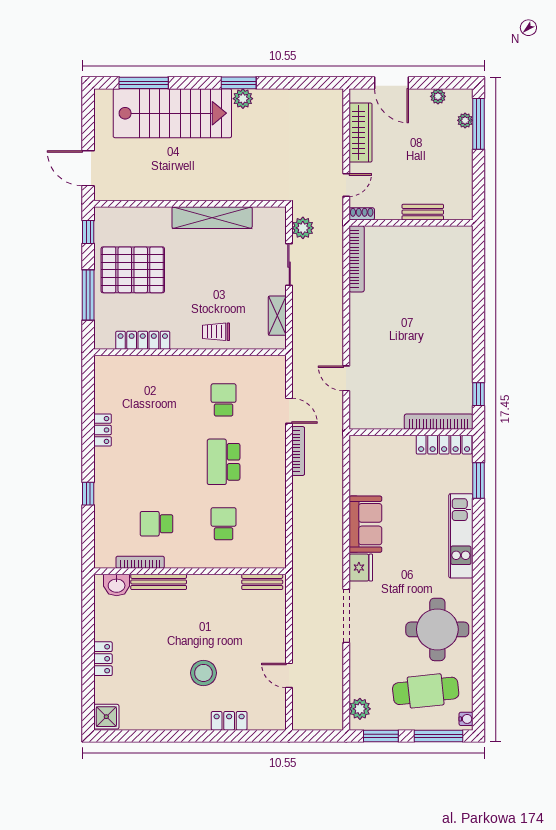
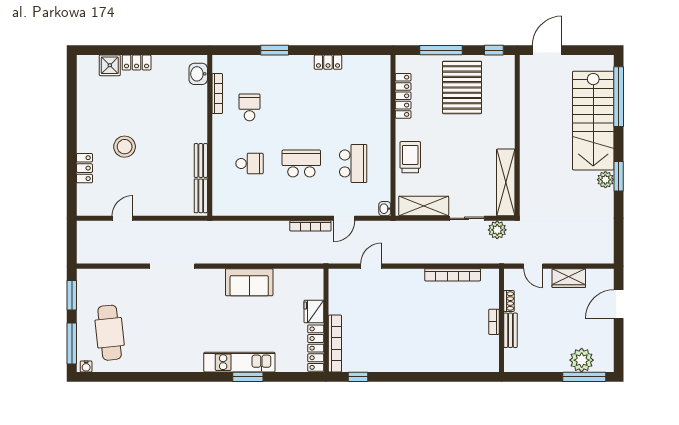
window: (144, 83) -> (619, 97), width x1.46
plant: (438, 96) -> (607, 343), removed
plant: (465, 120) -> (582, 360), width x1.88, depth x1.88
wardrobe: (361, 133) -> (569, 278), width x0.67
shoe rack: (362, 214) -> (509, 301), moved
shelving: (212, 218) -> (506, 182), moved
bookcase: (413, 232) -> (494, 322), added
bookcase: (357, 259) -> (453, 275), moved
shelving: (277, 316) -> (424, 206), width x1.50, depth x1.33
trolley: (216, 332) -> (410, 157), width x1.36, depth x1.39
washbasin: (278, 362) -> (385, 209), added
school desk: (224, 400) -> (353, 163), width x1.85
window: (478, 481) -> (248, 377), moved
window: (88, 494) -> (275, 50), width x1.50
fridge: (361, 568) -> (314, 311), moved, turned 90
bench: (159, 582) -> (201, 160), moved, width x0.73
round table: (437, 629) -> (161, 342), removed
plant: (360, 709) -> (95, 278), removed
shower: (106, 717) -> (110, 65), moved

